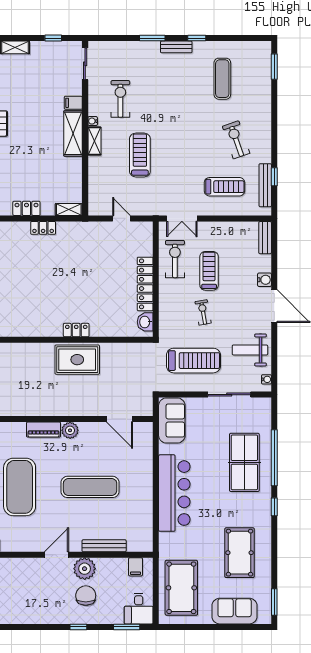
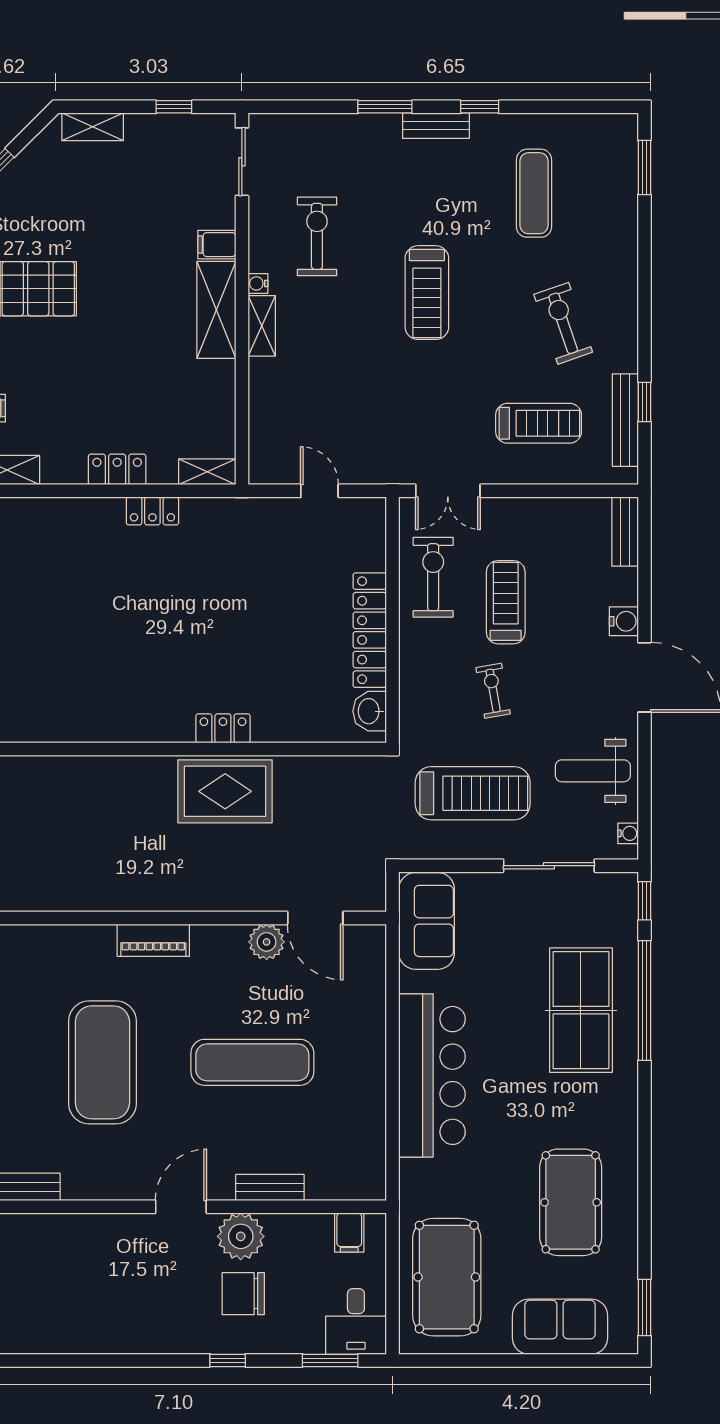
treadmill: (140, 155) -> (427, 293), moved, turned 180
plant: (70, 430) -> (267, 942), moved
window: (274, 507) -> (644, 901), moved
bench: (104, 546) -> (270, 1188), width x0.73
chair: (86, 596) -> (243, 1294), turned -90

